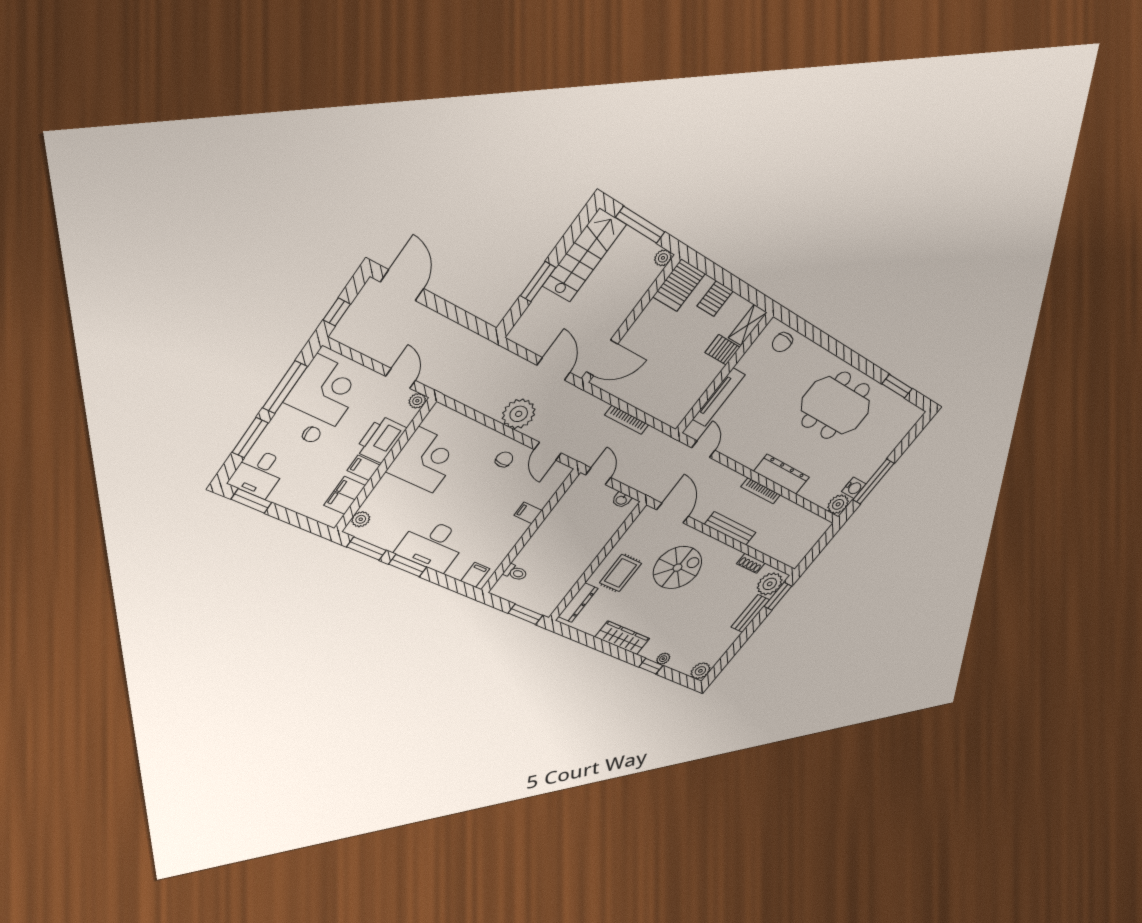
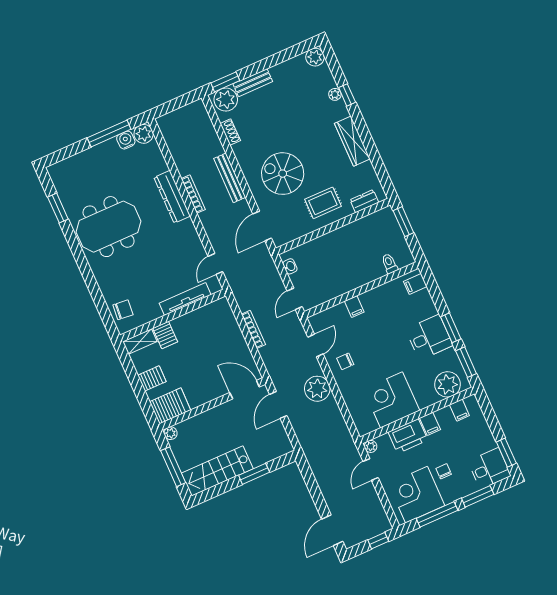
meeting table: (836, 406) -> (109, 227), turned 90
filing cabinet: (345, 495) -> (459, 410), width x0.50
plant: (361, 519) -> (448, 384), width x1.88, depth x1.88
desk: (432, 545) -> (429, 337), width x0.73
dresser: (578, 603) -> (364, 201), width x0.70

